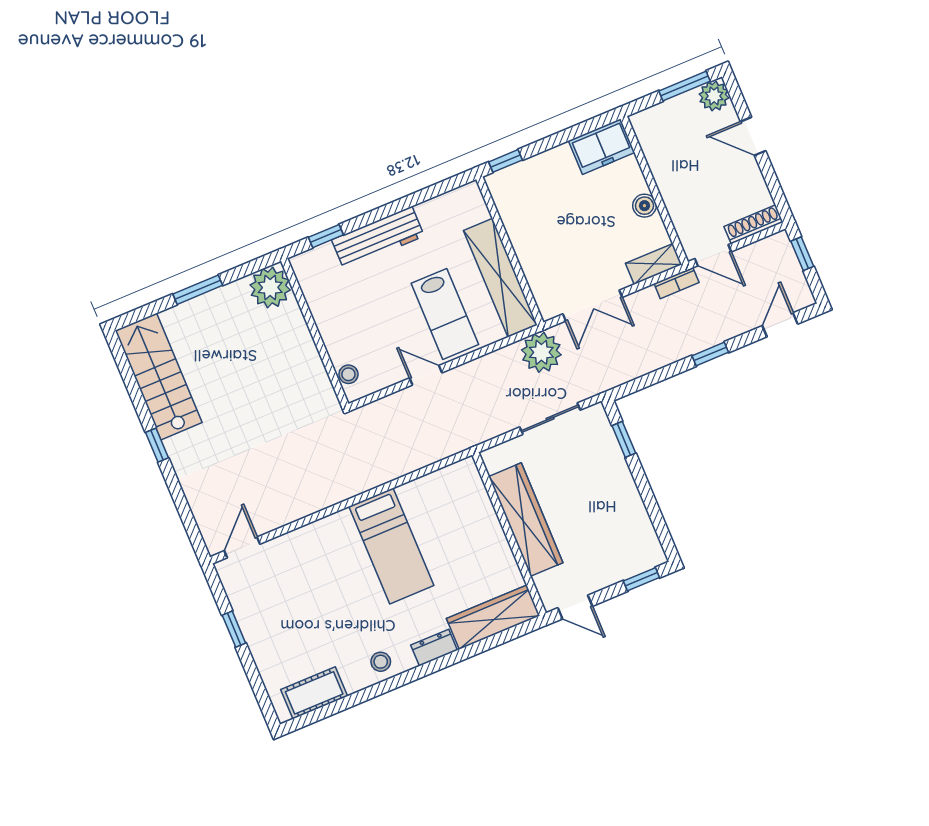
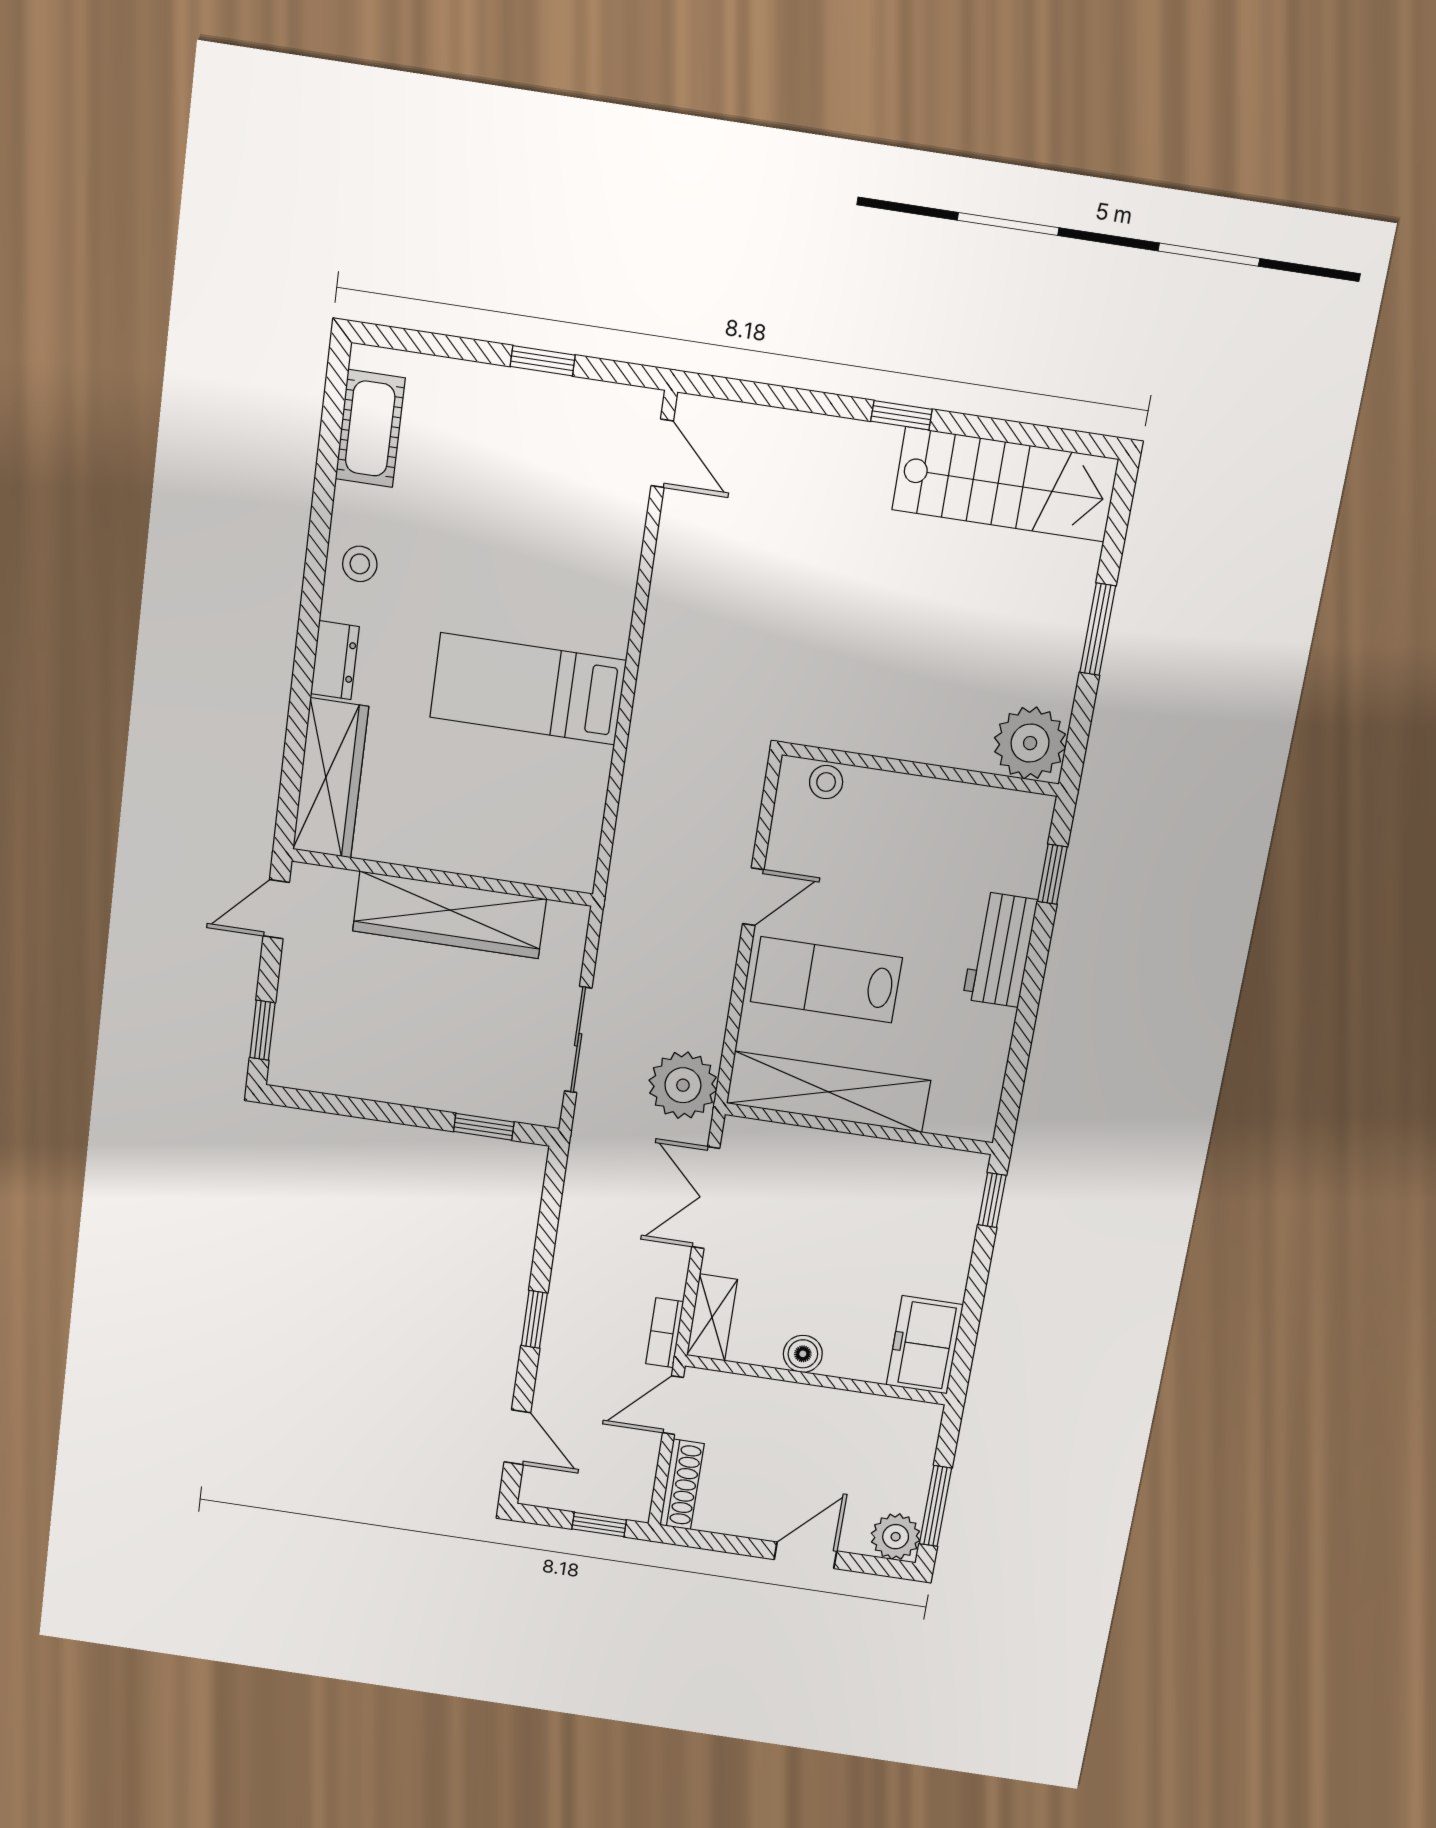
workbench: (378, 238) -> (1000, 950), width x0.73

